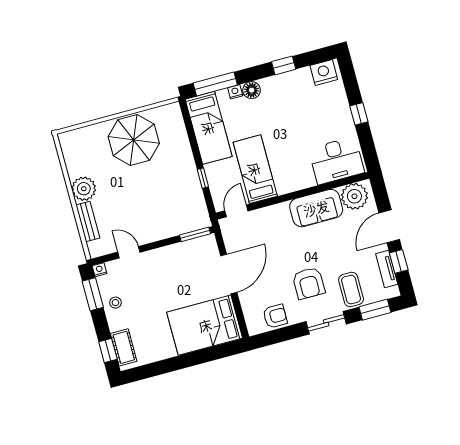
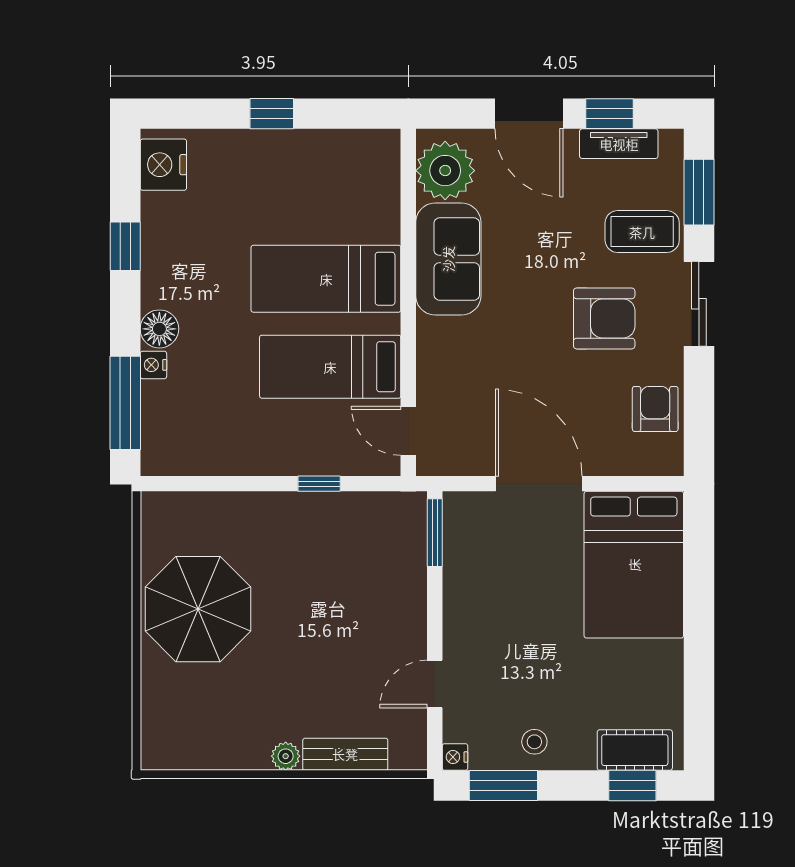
bed: (209, 128) -> (326, 279), moved, turned 180
desk: (336, 161) -> (359, 188), removed
plant: (84, 189) -> (286, 756), width x0.53, depth x0.53

